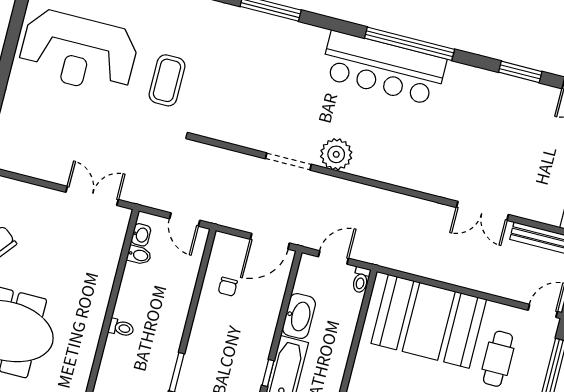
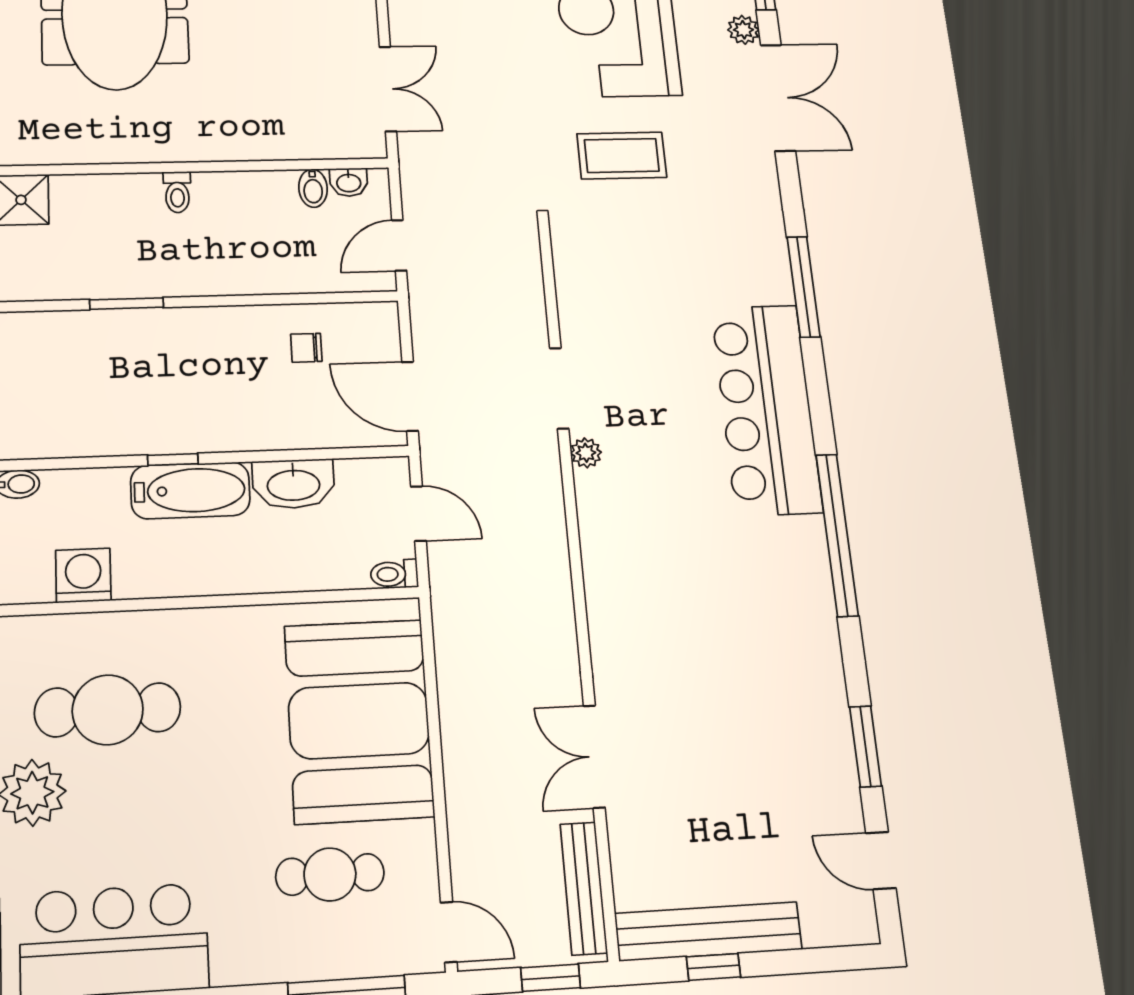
bar counter: (383, 68) -> (766, 409), moved
plant: (336, 154) -> (586, 453), width x0.53, depth x0.53

